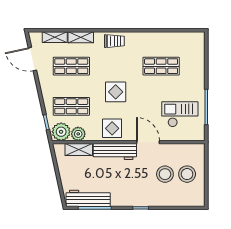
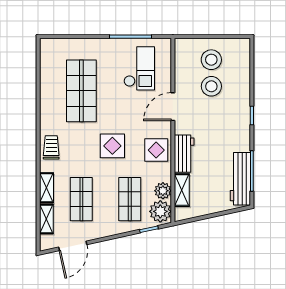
shop shelf: (161, 66) -> (81, 91), width x1.43, depth x1.36
checkout: (180, 114) -> (139, 68), turned 180
workbench: (115, 152) -> (184, 154), width x0.73

